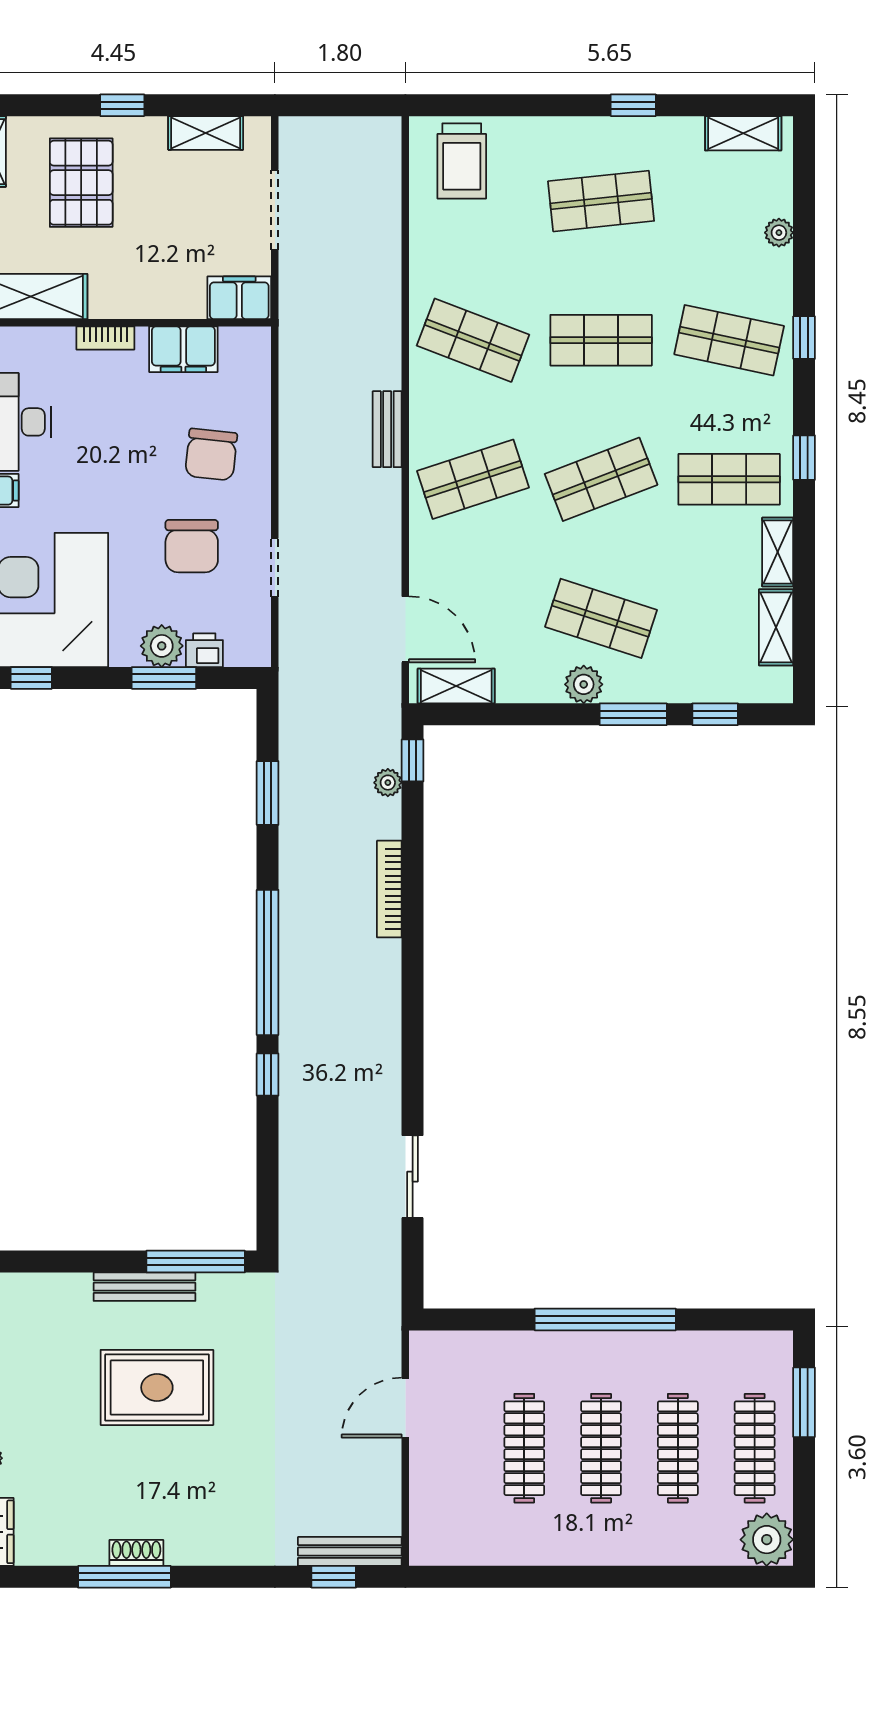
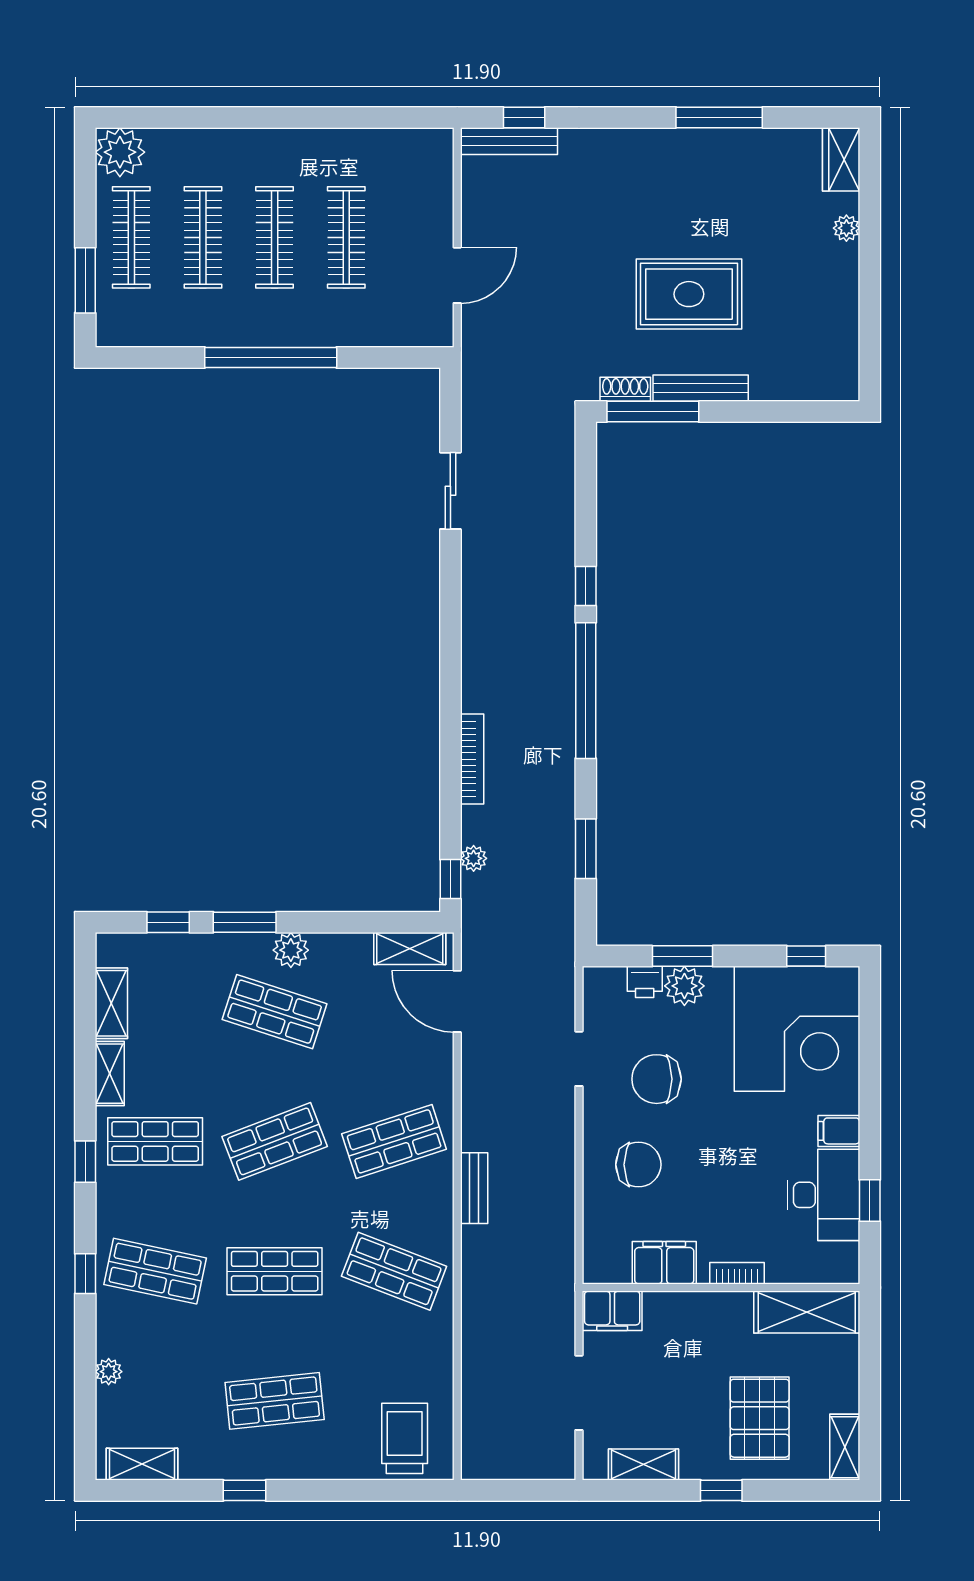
chair: (211, 455) -> (638, 1165), turned 84
chair: (192, 546) -> (657, 1079), turned -90
shoe rack: (136, 1553) -> (625, 389), moved, turned 180

